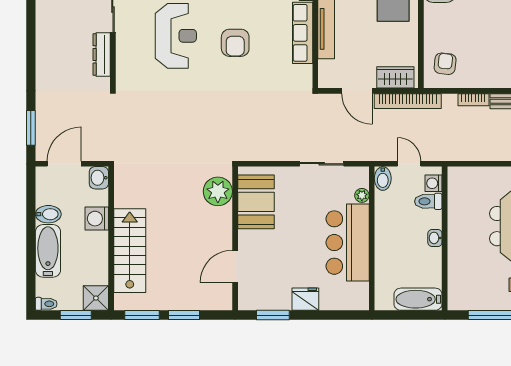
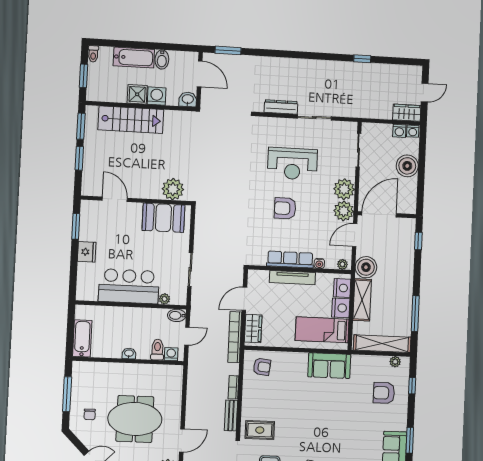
shower: (96, 298) -> (137, 94), moved

